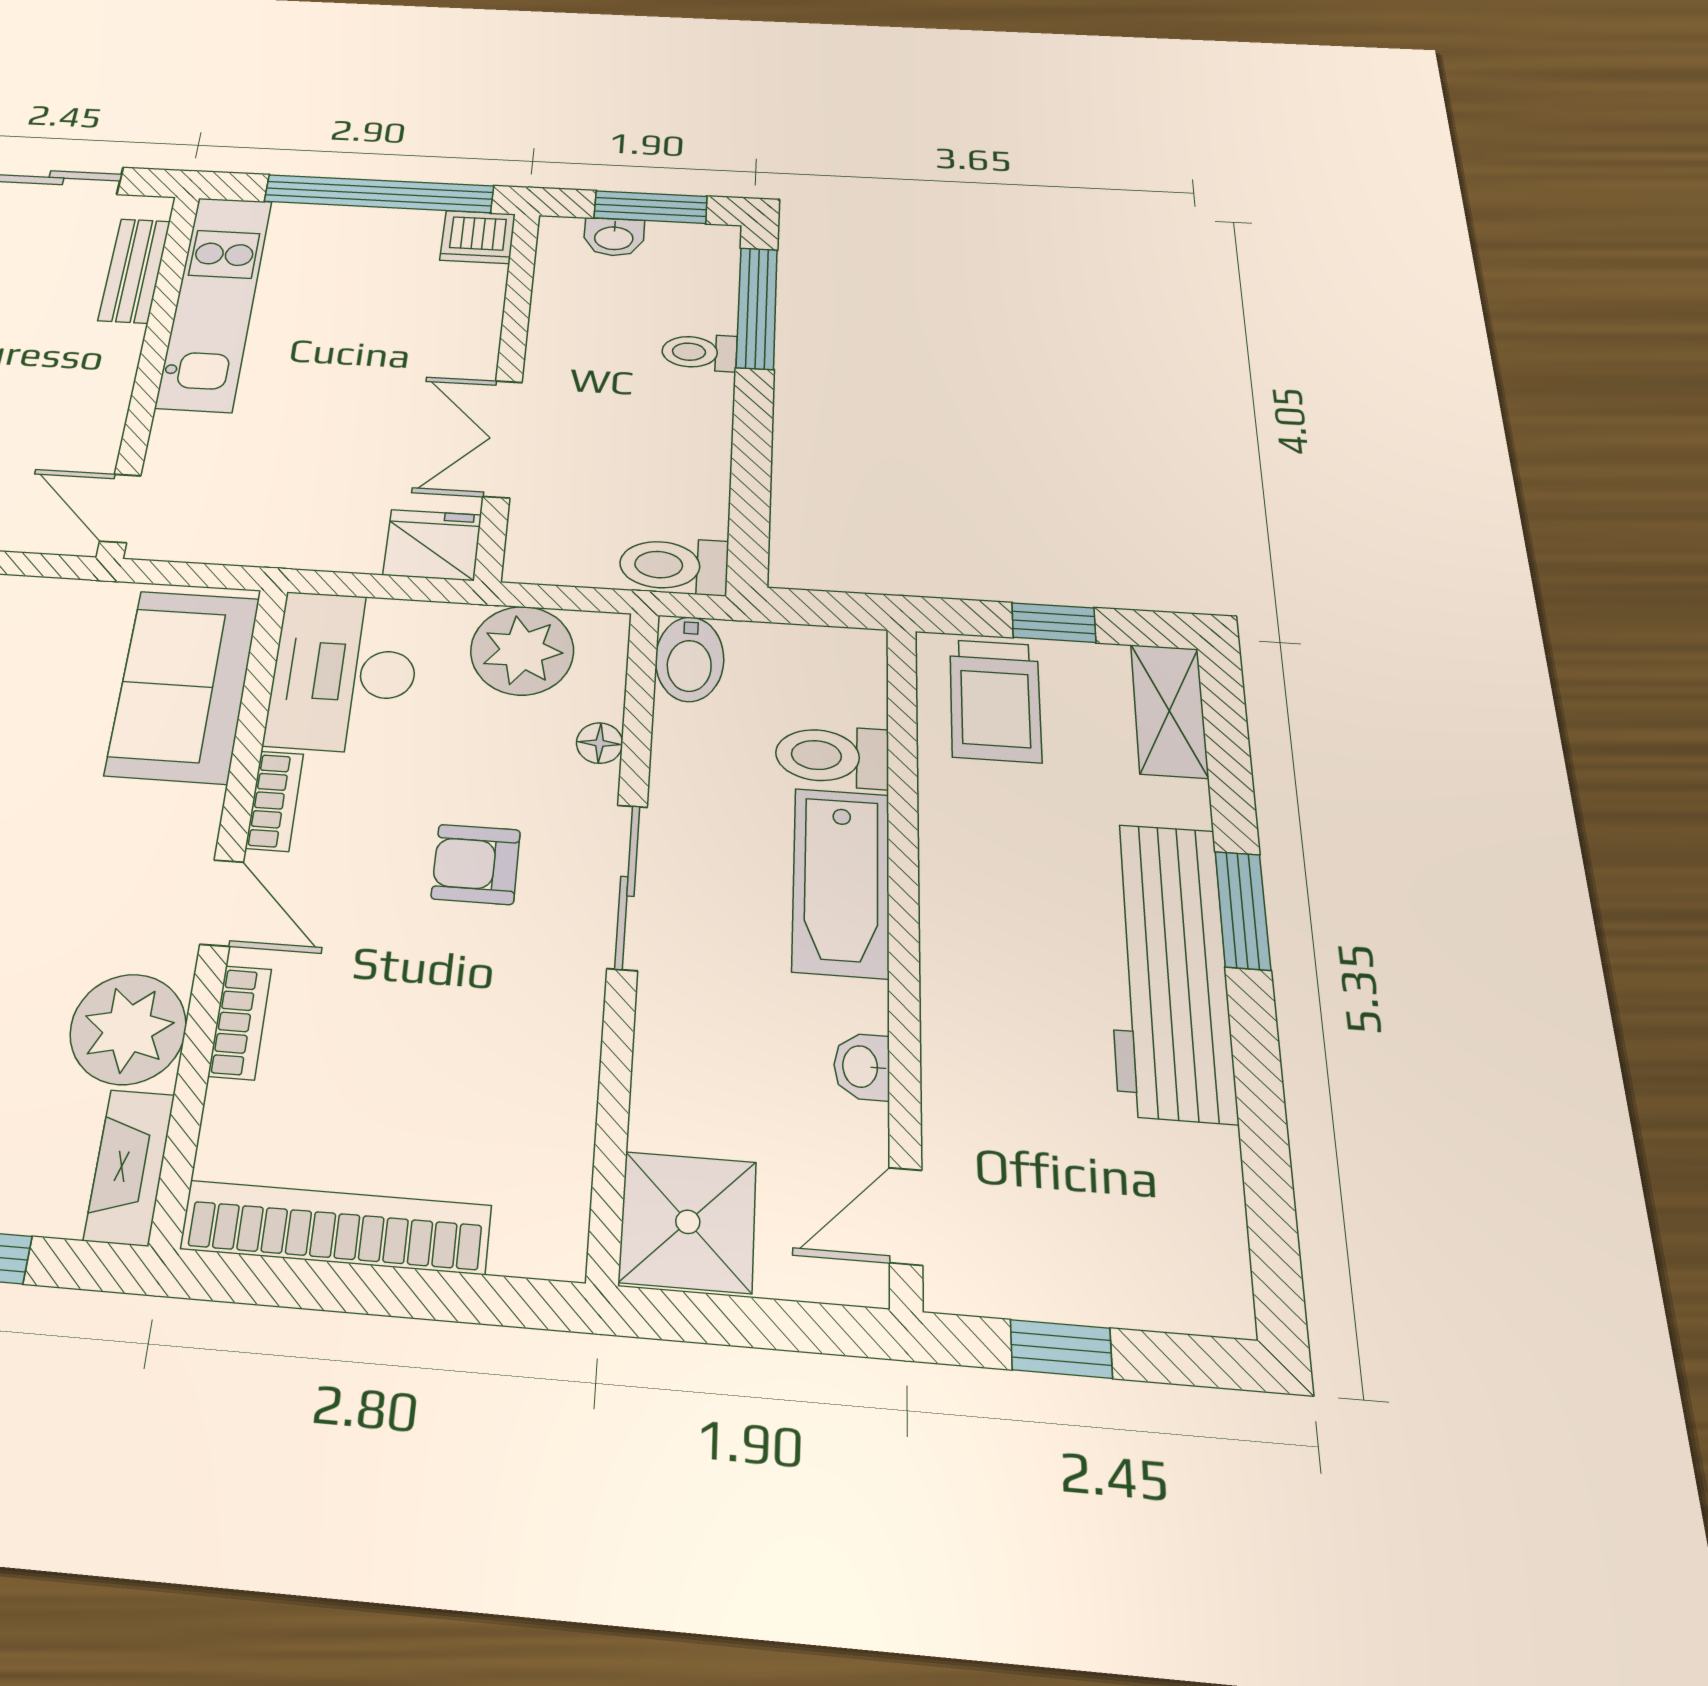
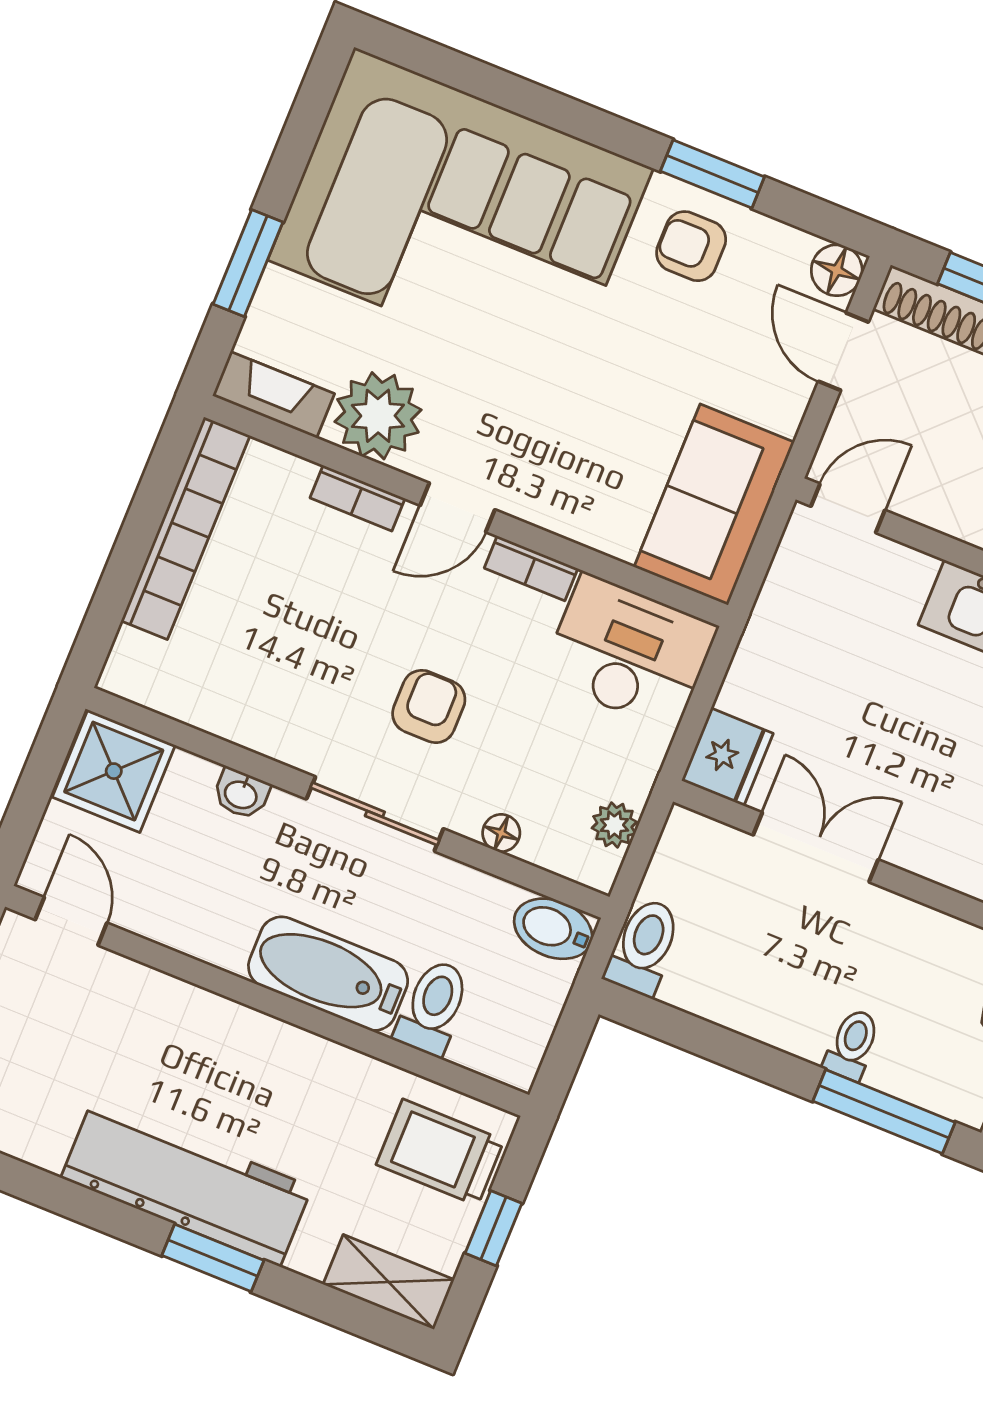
plant: (522, 651) -> (614, 825), width x0.53, depth x0.53
sofa: (183, 686) -> (714, 505), moved, turned -90
washbasin: (862, 1067) -> (241, 794), moved, turned 180

